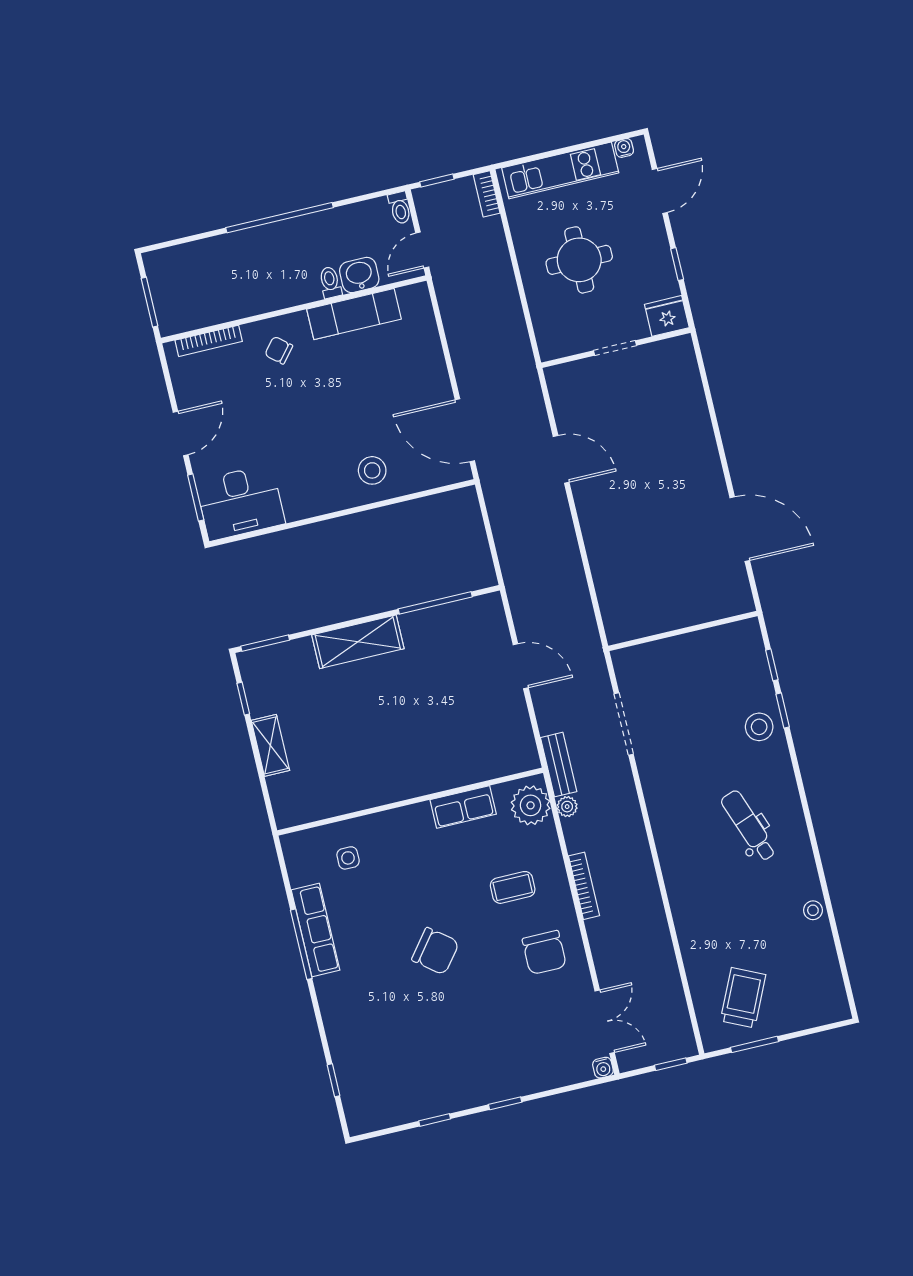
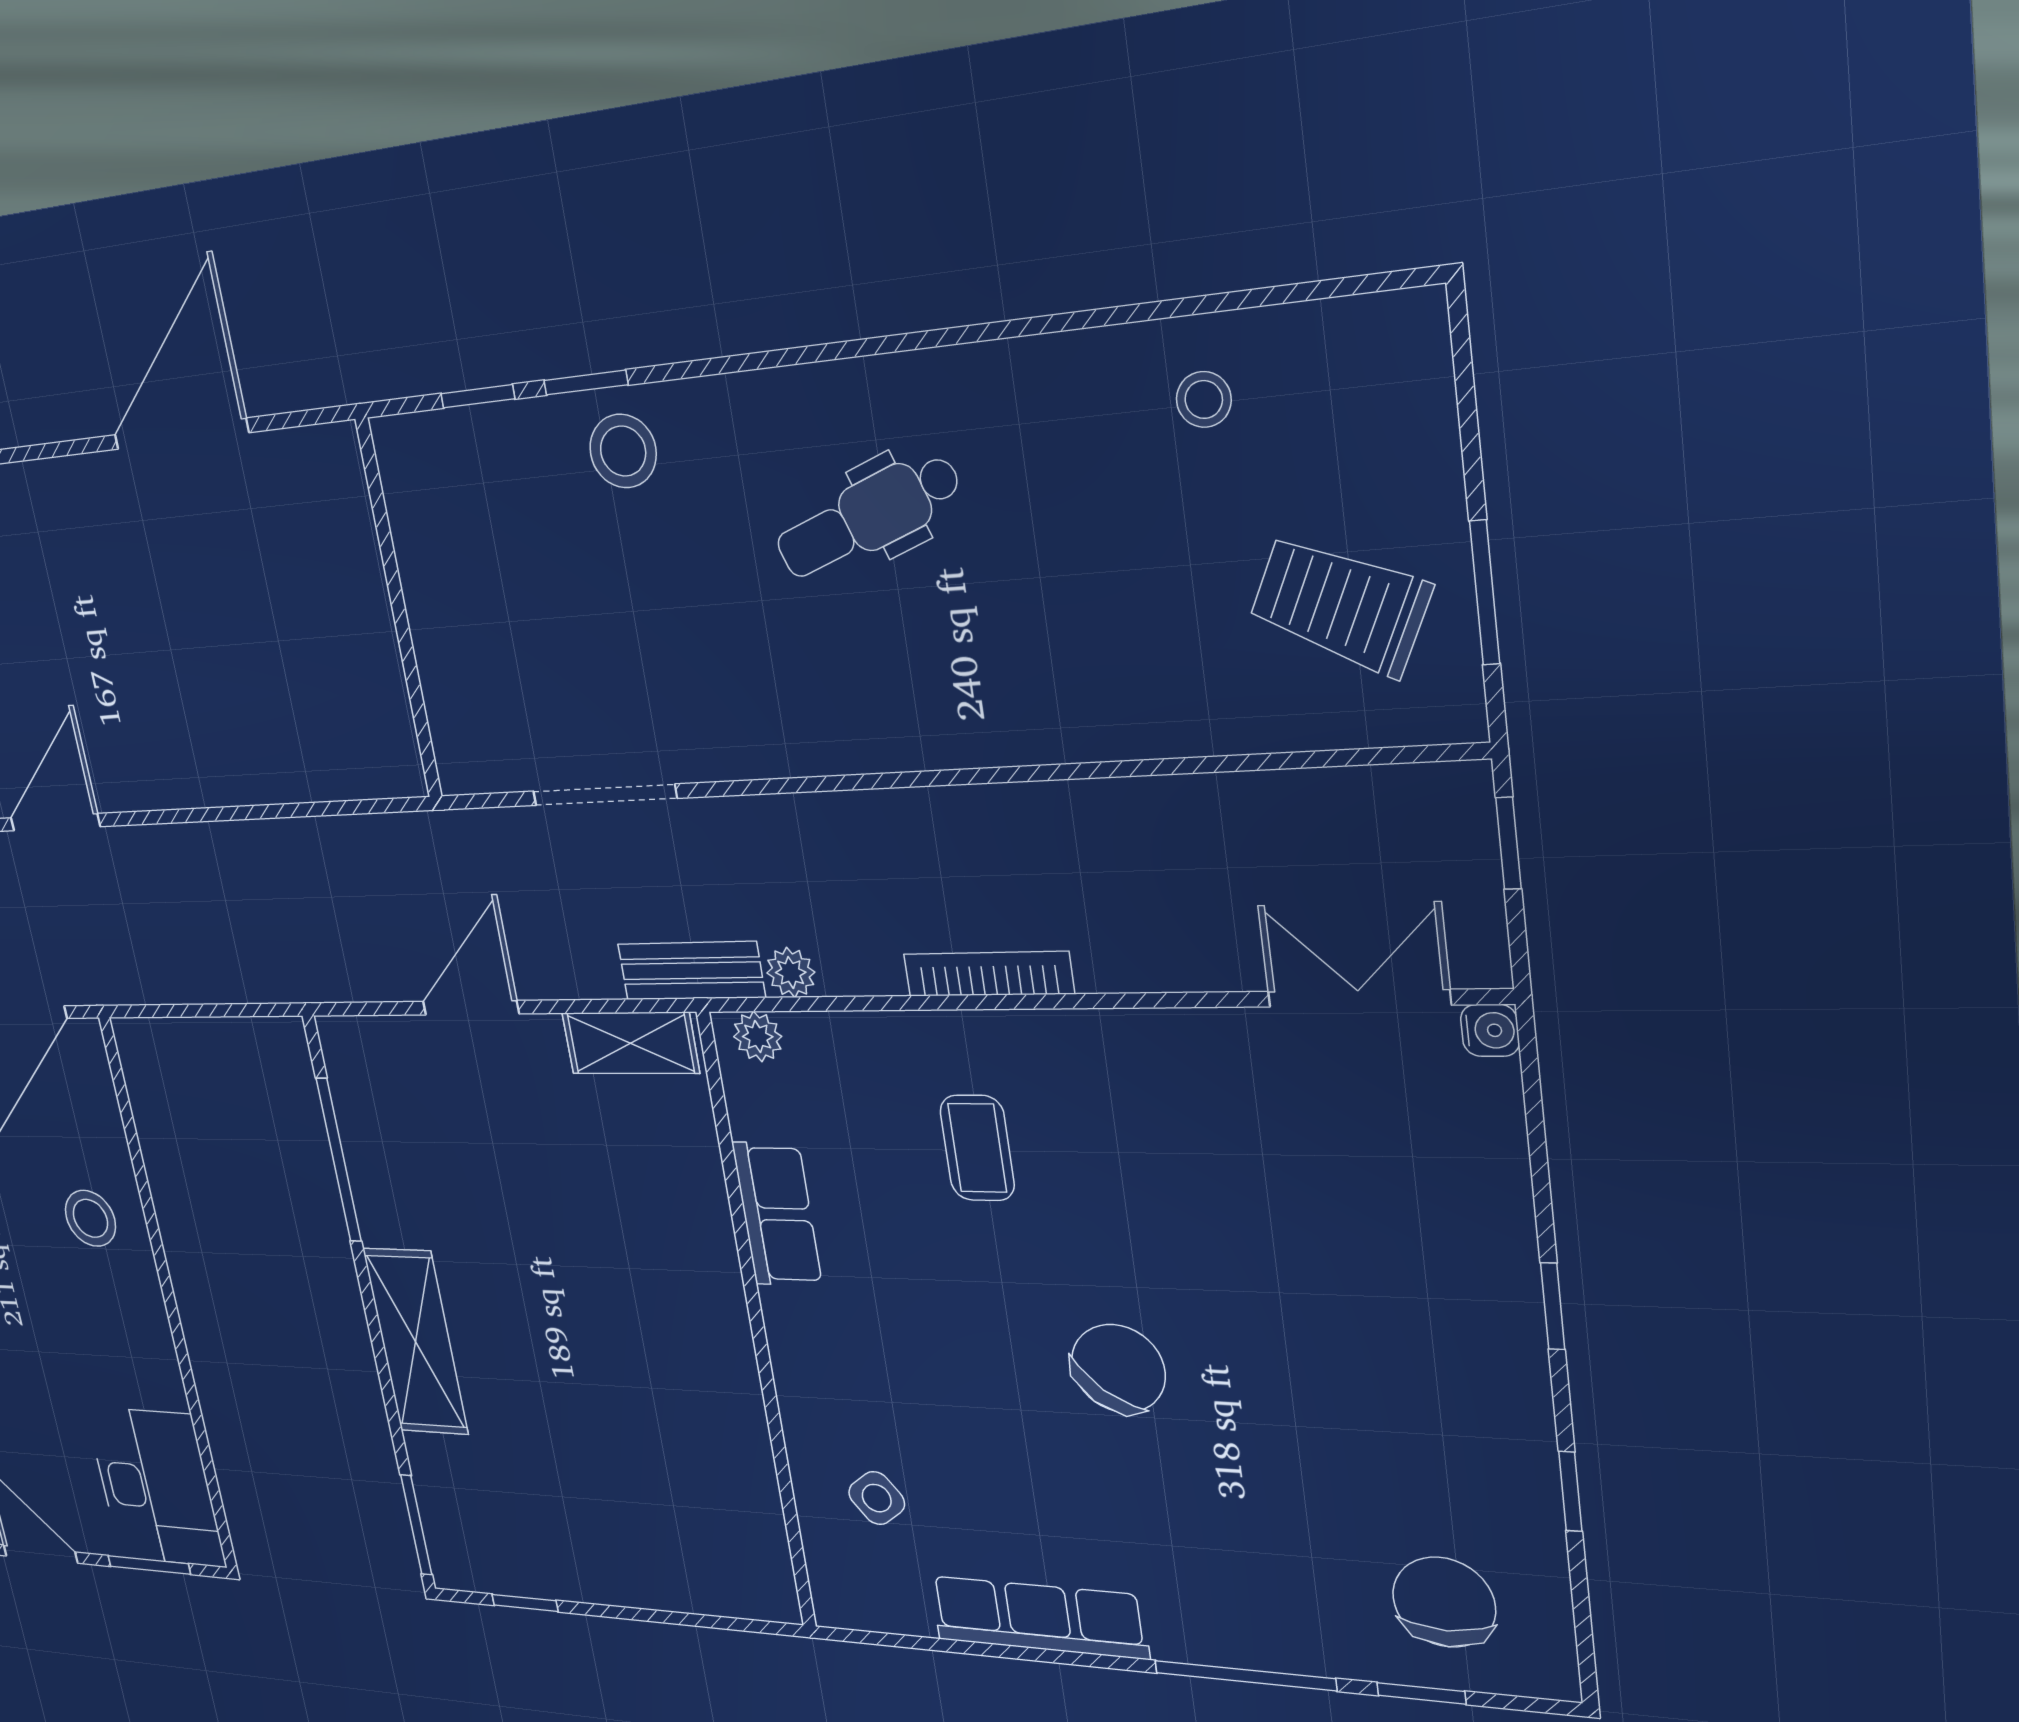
shelving: (270, 745) -> (630, 1043), moved
plant: (531, 805) -> (758, 1037), width x0.53, depth x0.53
side table: (348, 858) -> (877, 1498), turned -37
stool: (813, 910) -> (1204, 399), moved
window: (301, 944) -> (1245, 1676), moved
chair: (544, 952) -> (1444, 1602), moved, turned -90

